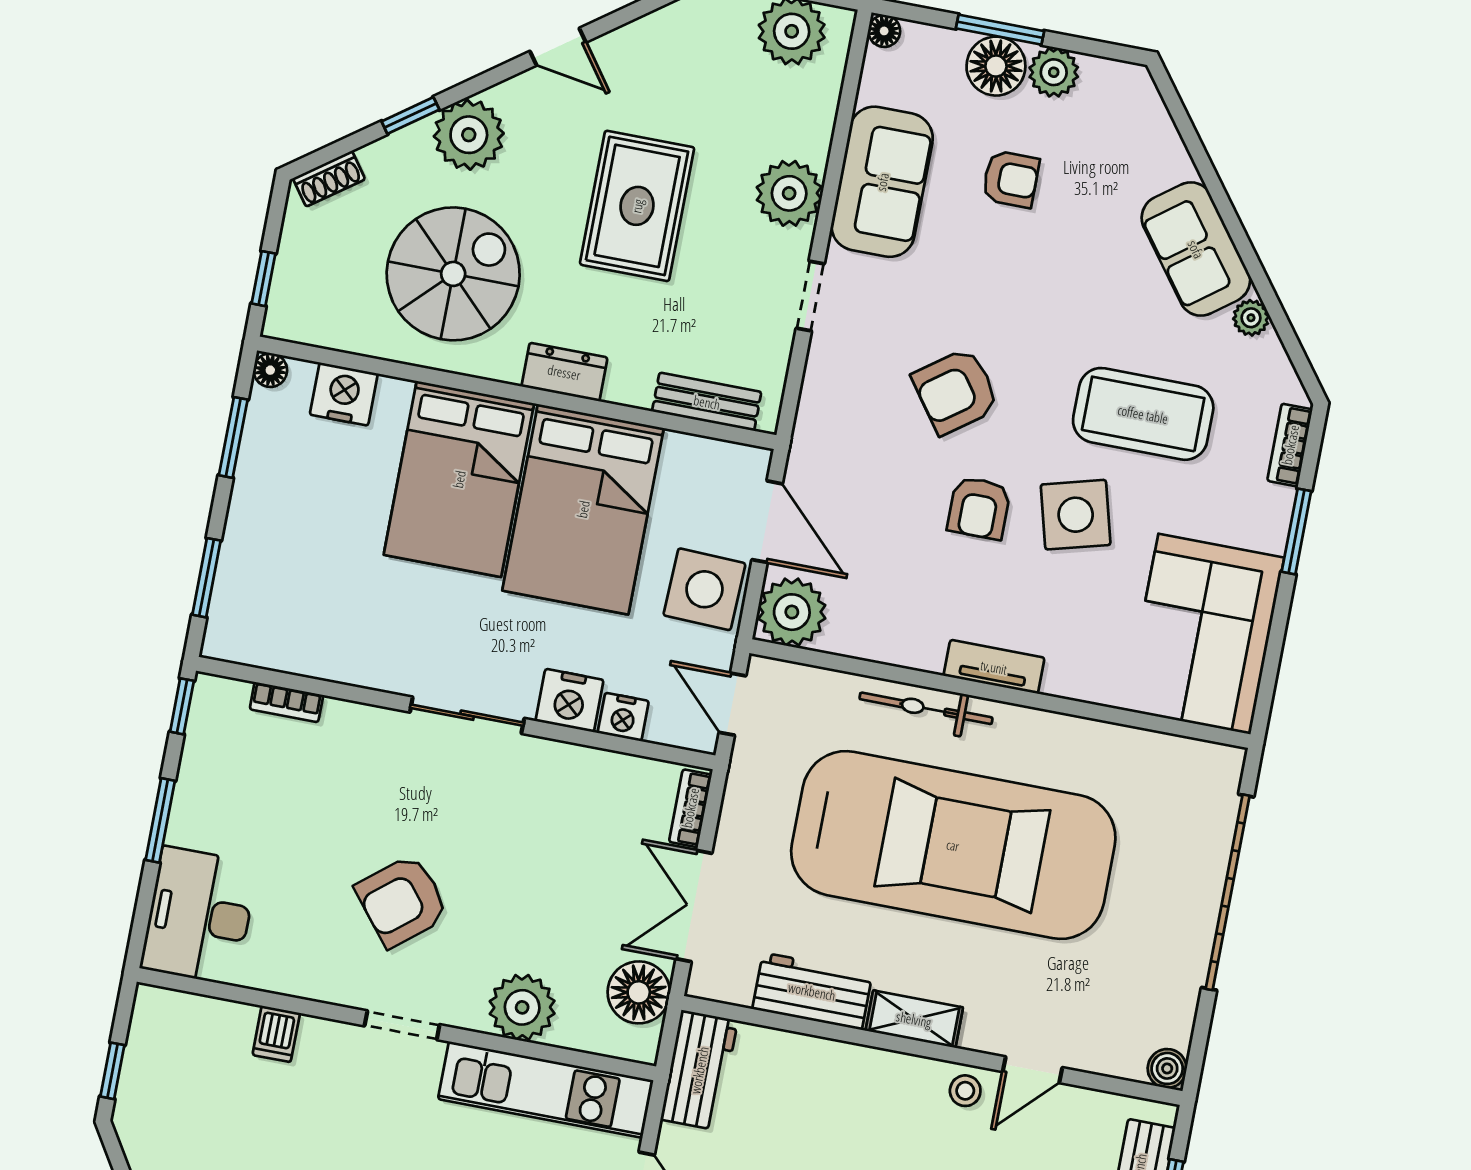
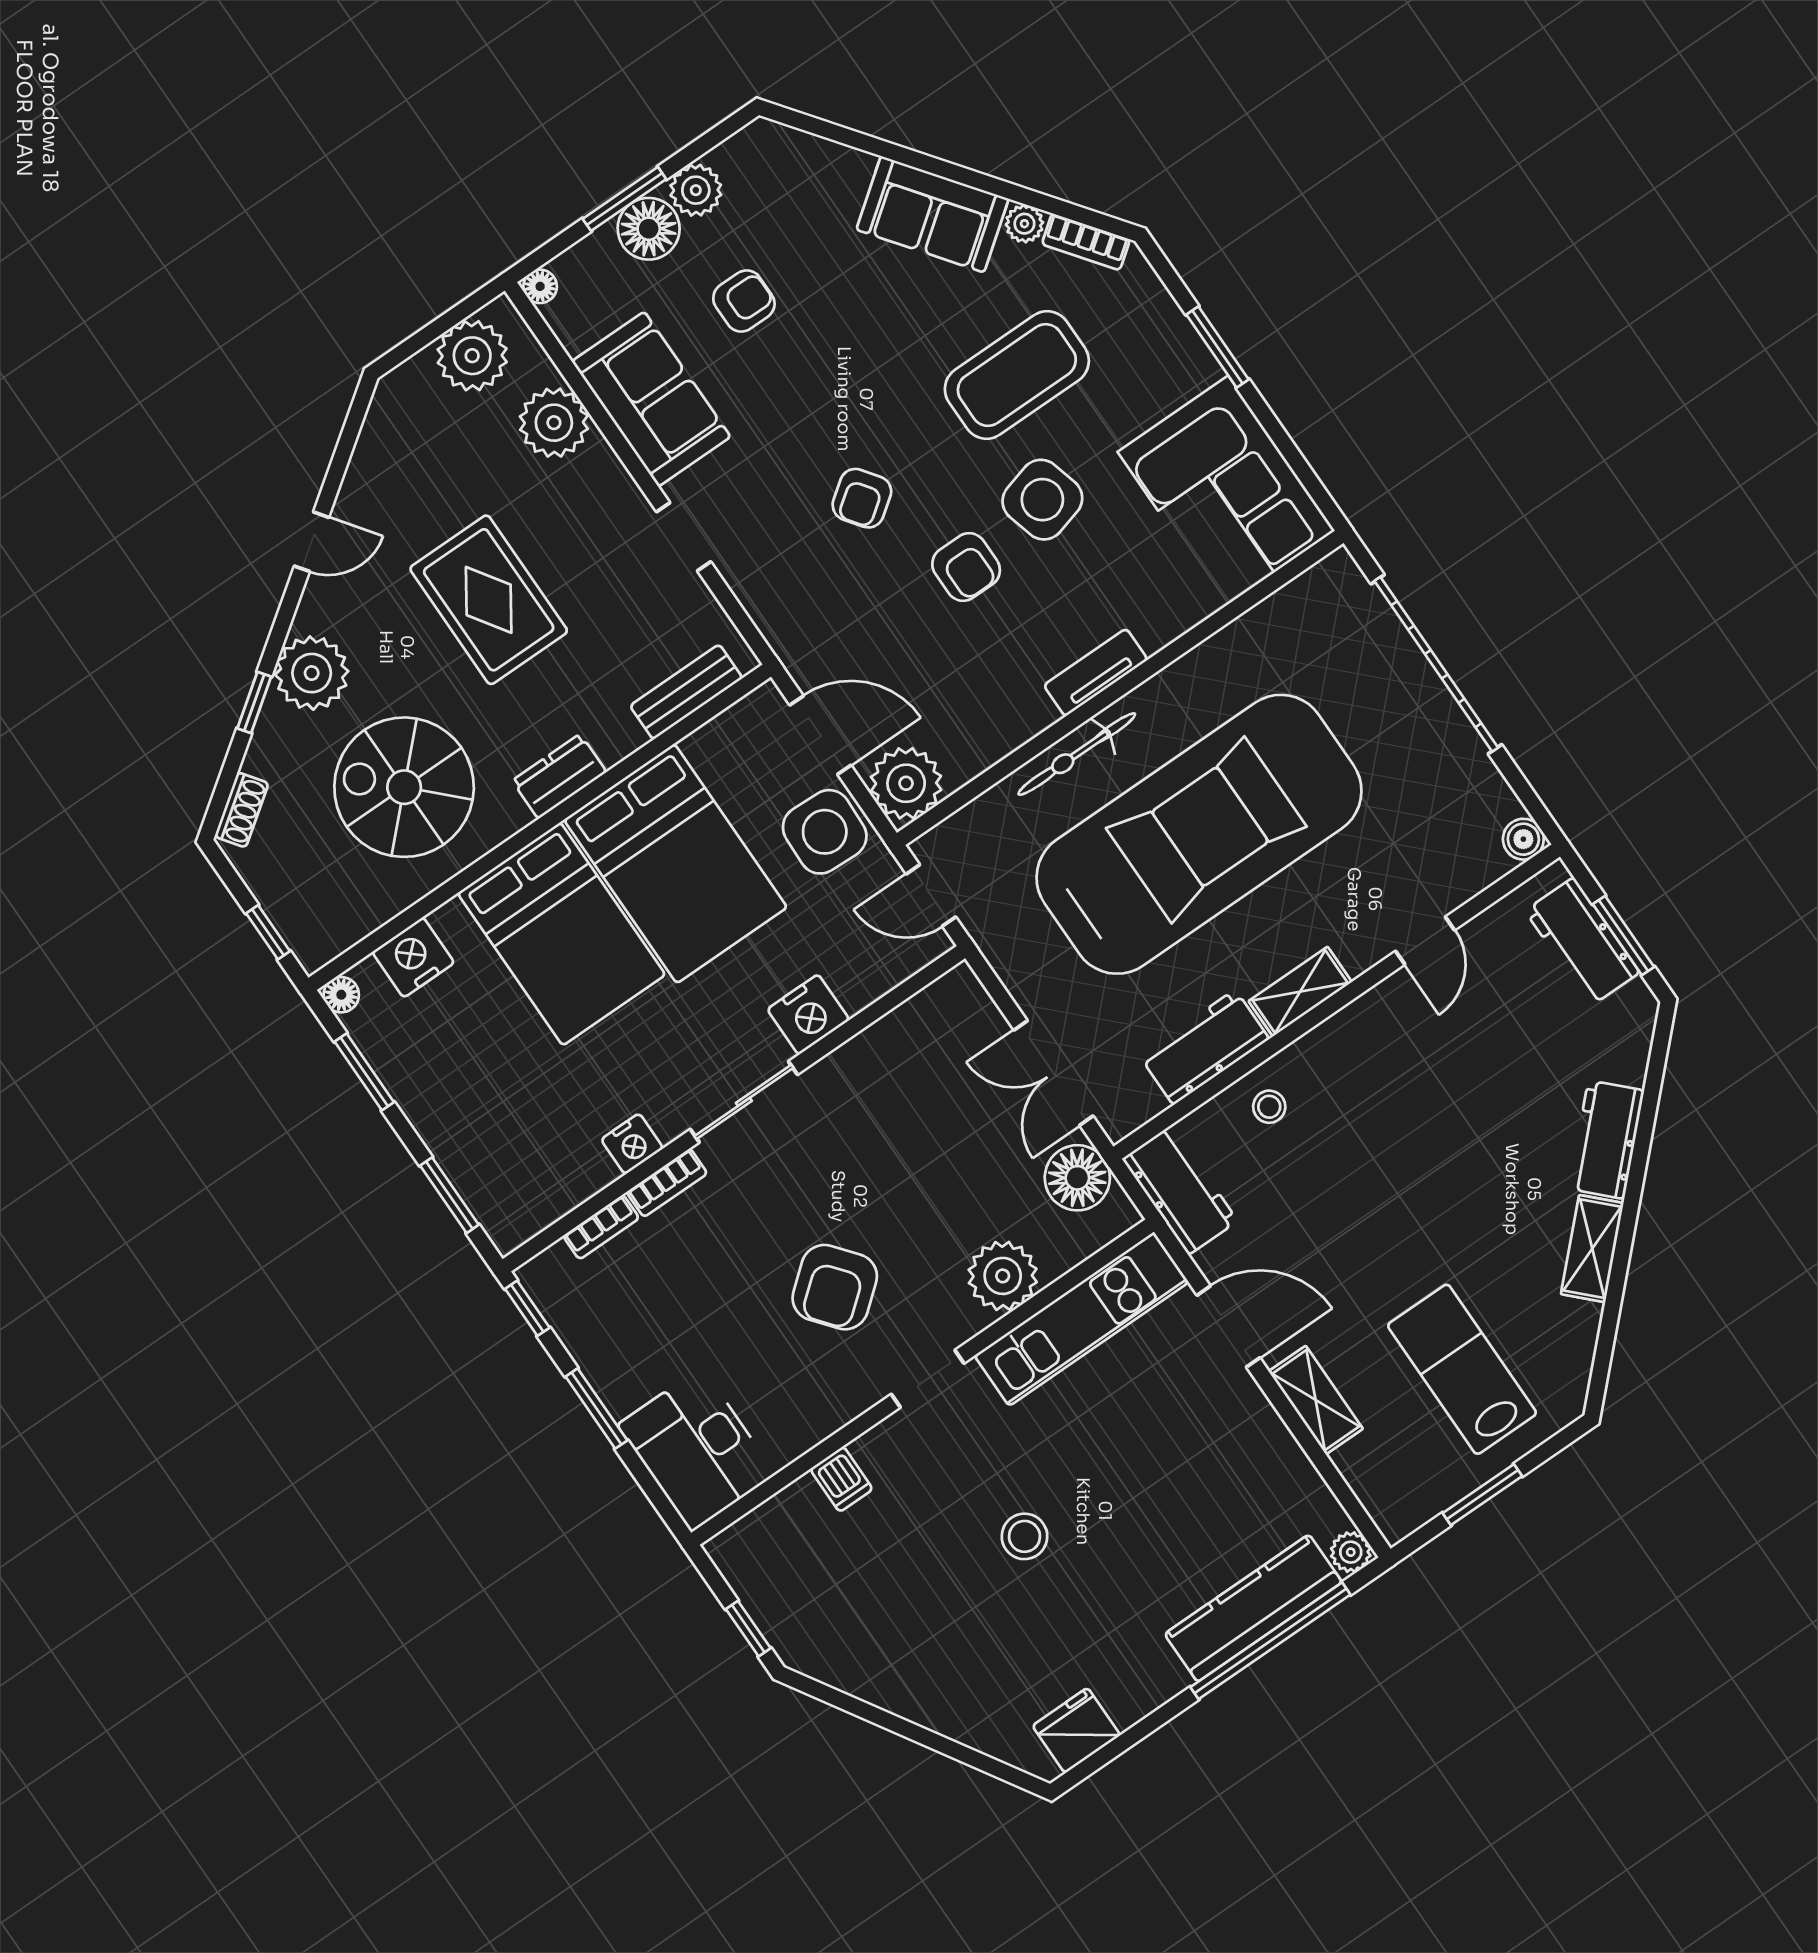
plant: (789, 193) -> (554, 423), moved
spiral stairs: (453, 274) -> (404, 787), turned -90
armchair: (956, 391) -> (862, 498), width x0.72, depth x0.72
bookcase: (1290, 445) -> (1086, 242), moved, turned -37
nightstand: (623, 717) -> (632, 1144), moved
bookcase: (690, 808) -> (667, 1183), moved, turned -90
stool: (965, 1091) -> (1269, 1107), moved

